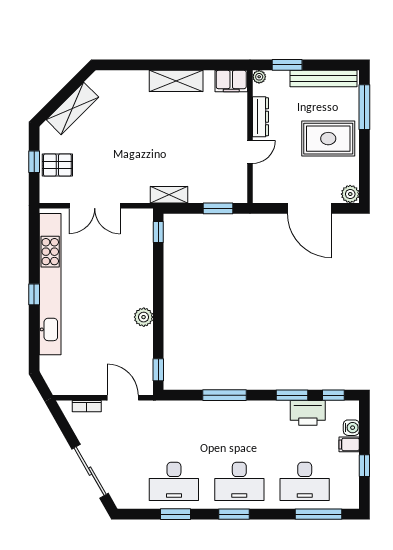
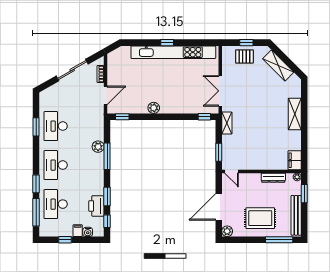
shelving: (176, 81) -> (295, 114), moved
rug: (328, 139) -> (260, 218), turned 90
door: (250, 152) -> (231, 171), moved
pallet: (57, 165) -> (244, 56), turned 90
double door: (95, 206) -> (220, 91), moved
plant: (208, 410) -> (98, 147), added
sliding door: (90, 471) -> (72, 70), moved
window: (234, 514) -> (36, 184), moved

